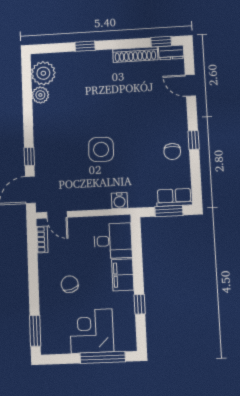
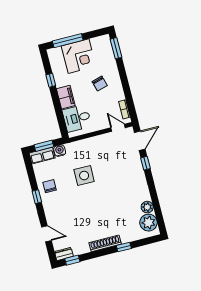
shoe rack: (135, 55) -> (105, 243), moved
side table: (101, 149) -> (84, 176), moved
water cooler: (119, 201) -> (60, 151), moved

